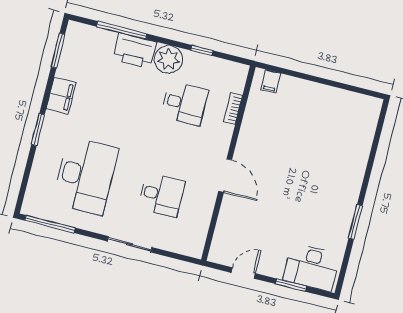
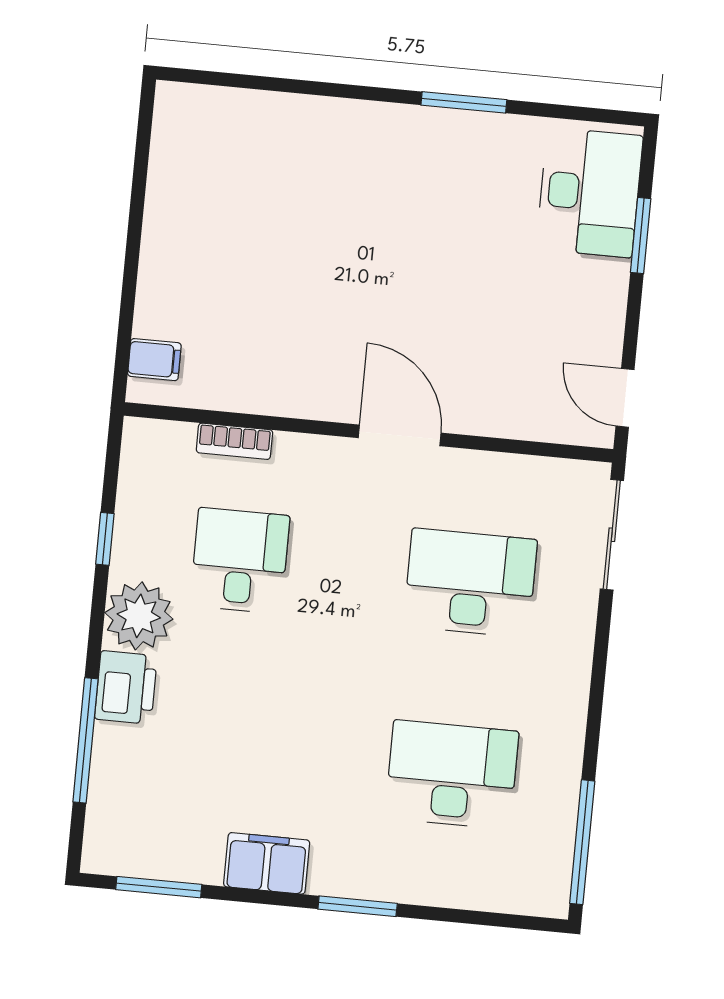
printer: (135, 51) -> (126, 687), width x0.73, depth x0.84
desk: (85, 176) -> (452, 775), width x0.73, depth x0.77
door: (225, 176) -> (400, 435), hinge flipped
desk: (161, 195) -> (470, 583), width x1.37
sliding door: (130, 244) -> (612, 535), moved
door: (243, 273) -> (625, 398), moved

